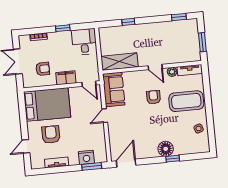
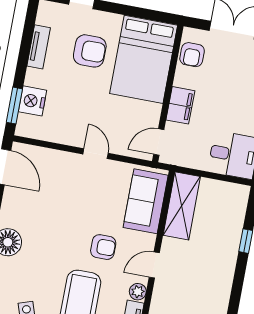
armchair: (43, 69) -> (192, 55), moved
sofa: (114, 89) -> (146, 201), moved, turned 90

